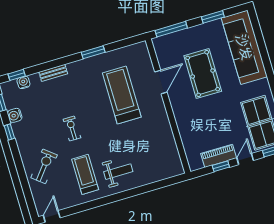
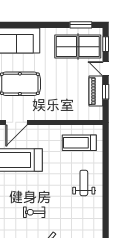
door: (161, 82) -> (16, 122), swing flipped
treadmill: (85, 174) -> (79, 143), moved

